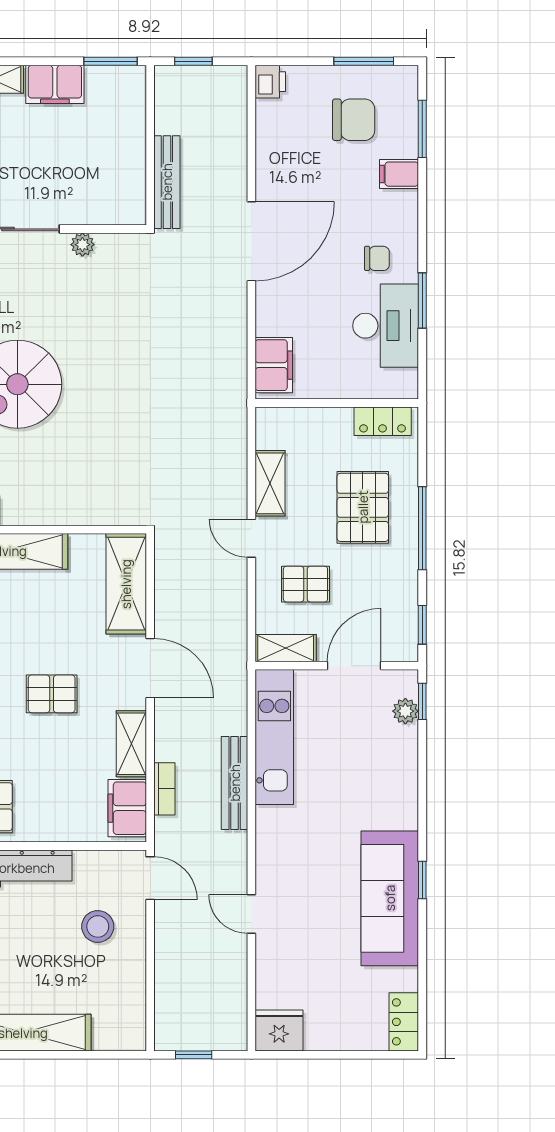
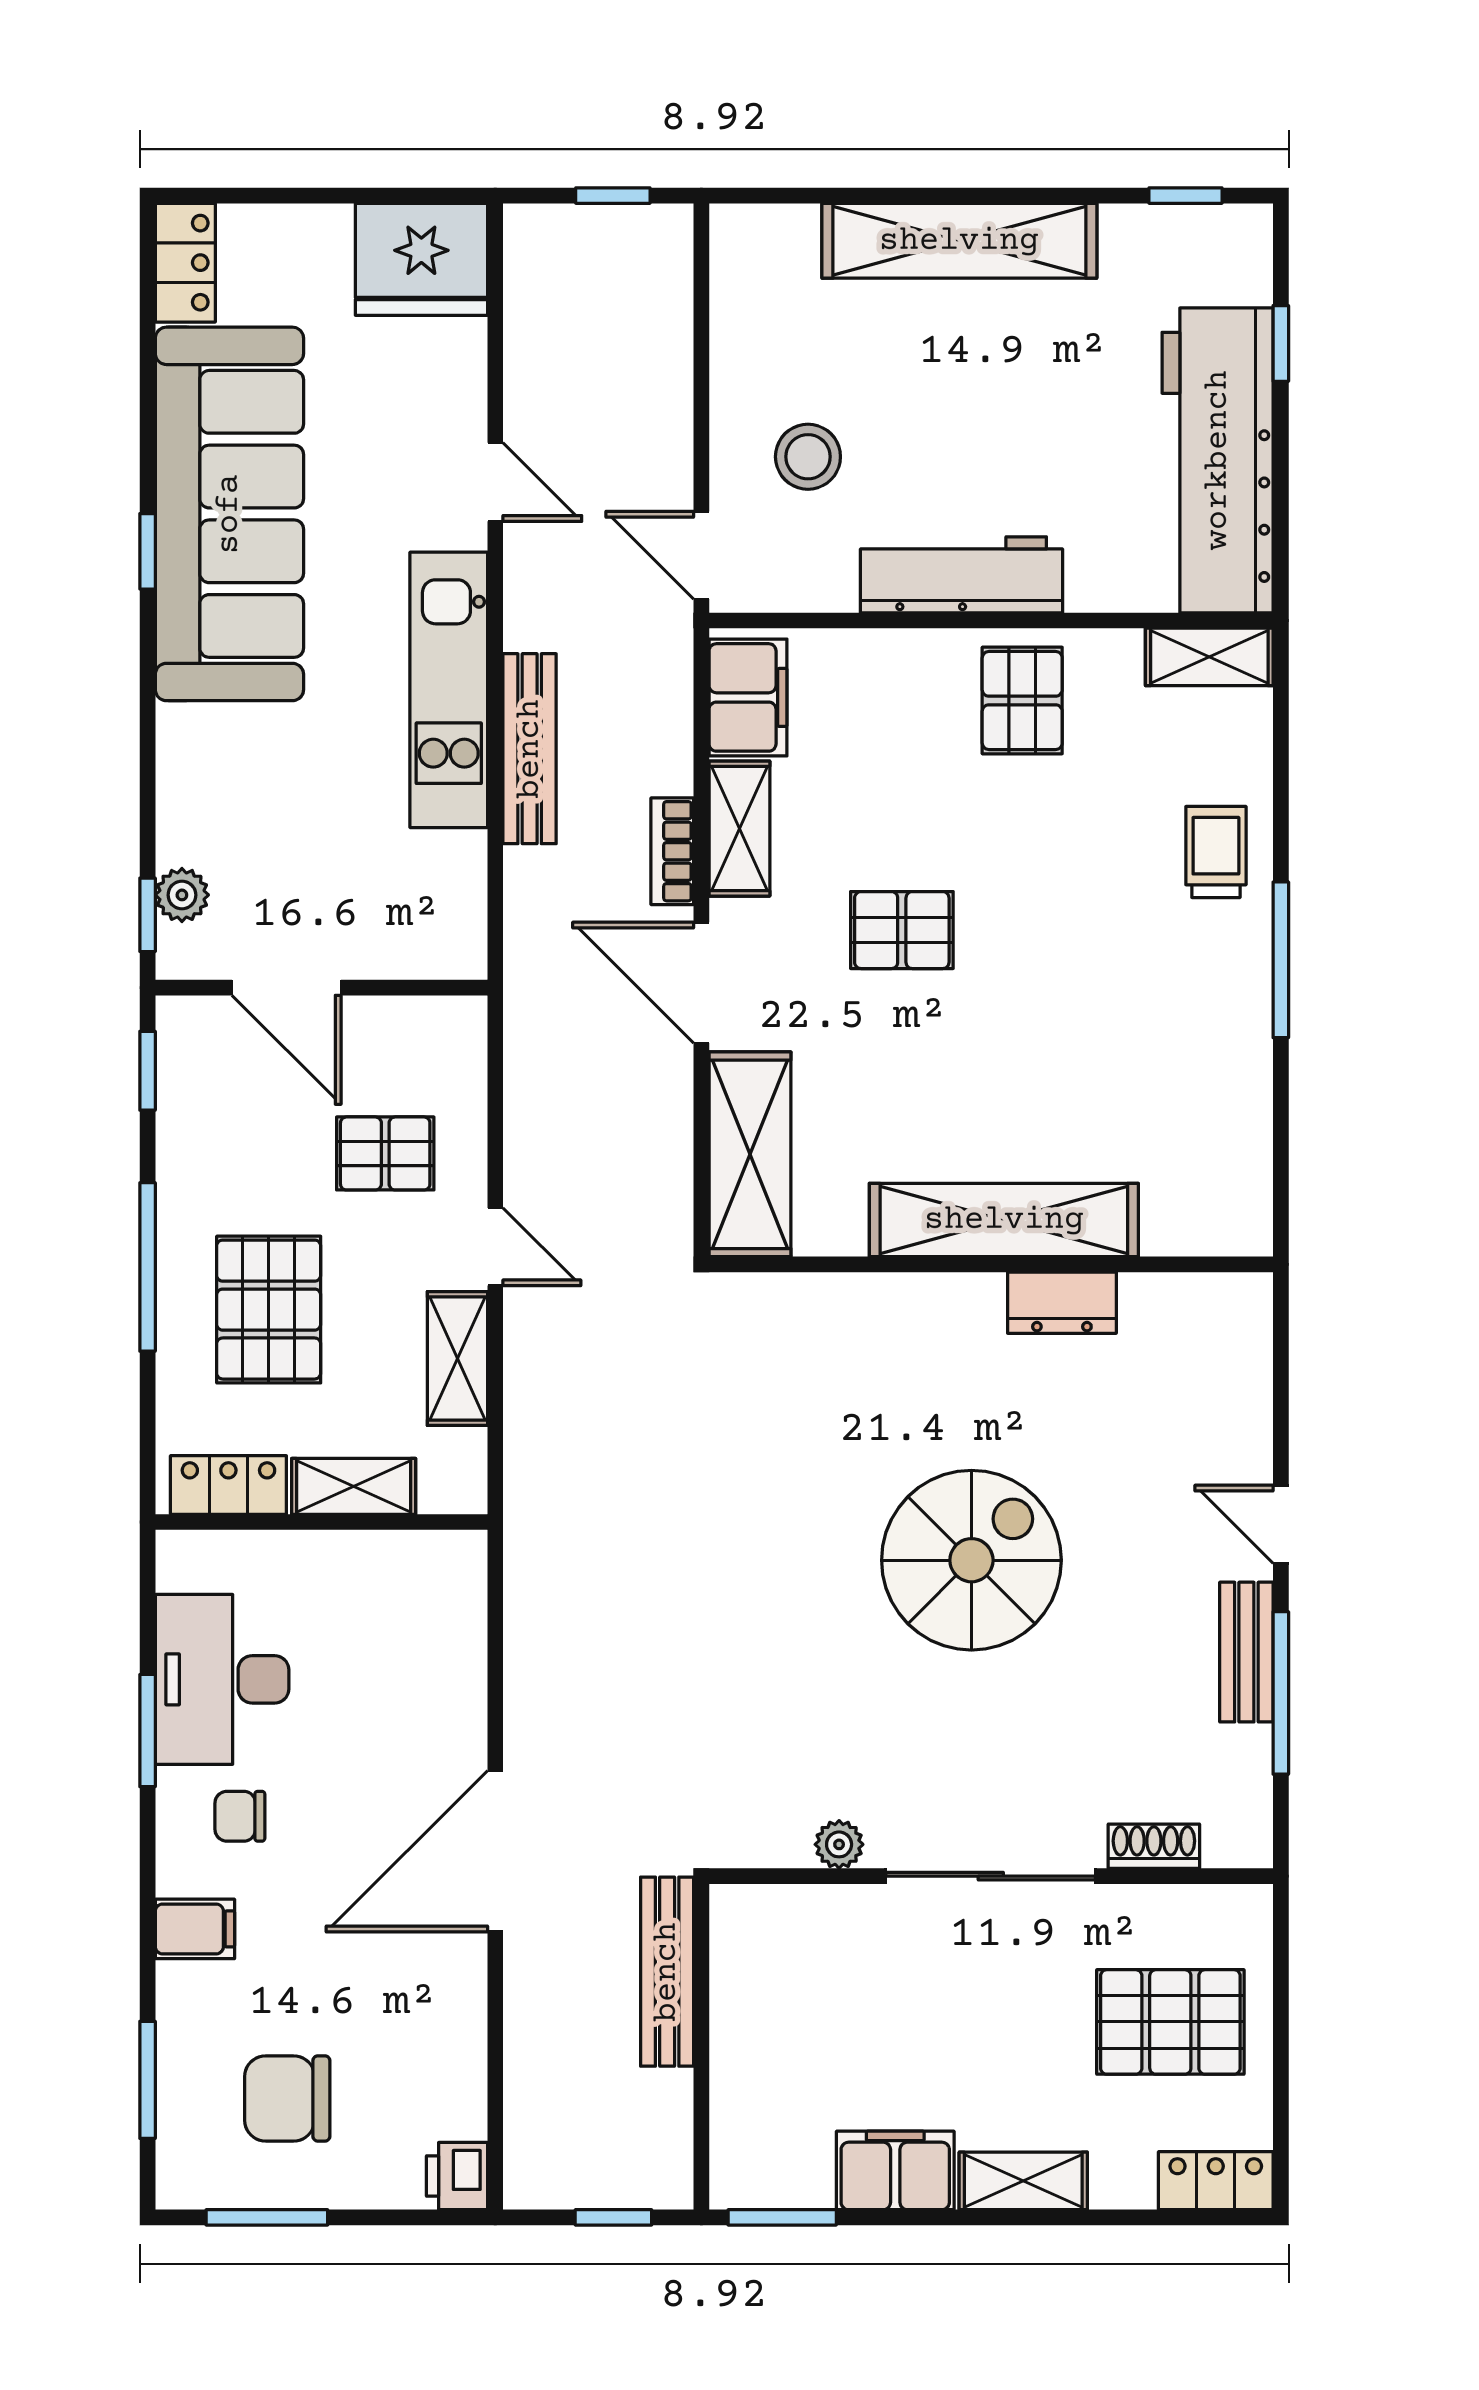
filing cabinet: (399, 174) -> (195, 1929), moved
filing cabinet: (274, 365) -> (450, 1599), removed
shelving: (286, 648) -> (354, 1486), moved
door: (354, 666) -> (287, 988), hinge flipped
kitchen unit: (274, 737) -> (449, 690), moved
bookcase: (164, 789) -> (672, 851), moved
sofa: (390, 898) -> (229, 514), width x1.36, depth x1.27
fridge: (279, 1030) -> (421, 259), width x1.36, depth x1.34

